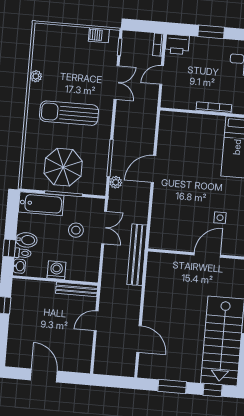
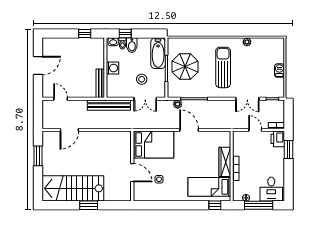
window: (211, 32) -> (288, 150), moved
barbecue: (99, 35) -> (279, 71), moved
wardrobe: (203, 122) -> (225, 162), added
bed: (170, 221) -> (154, 145), added
bench: (137, 255) -> (109, 105), moved
door: (96, 321) -> (61, 99), moved
window: (213, 390) -> (38, 184), removed

